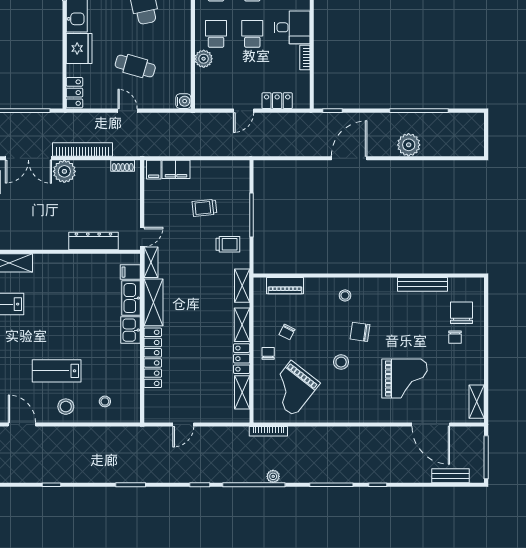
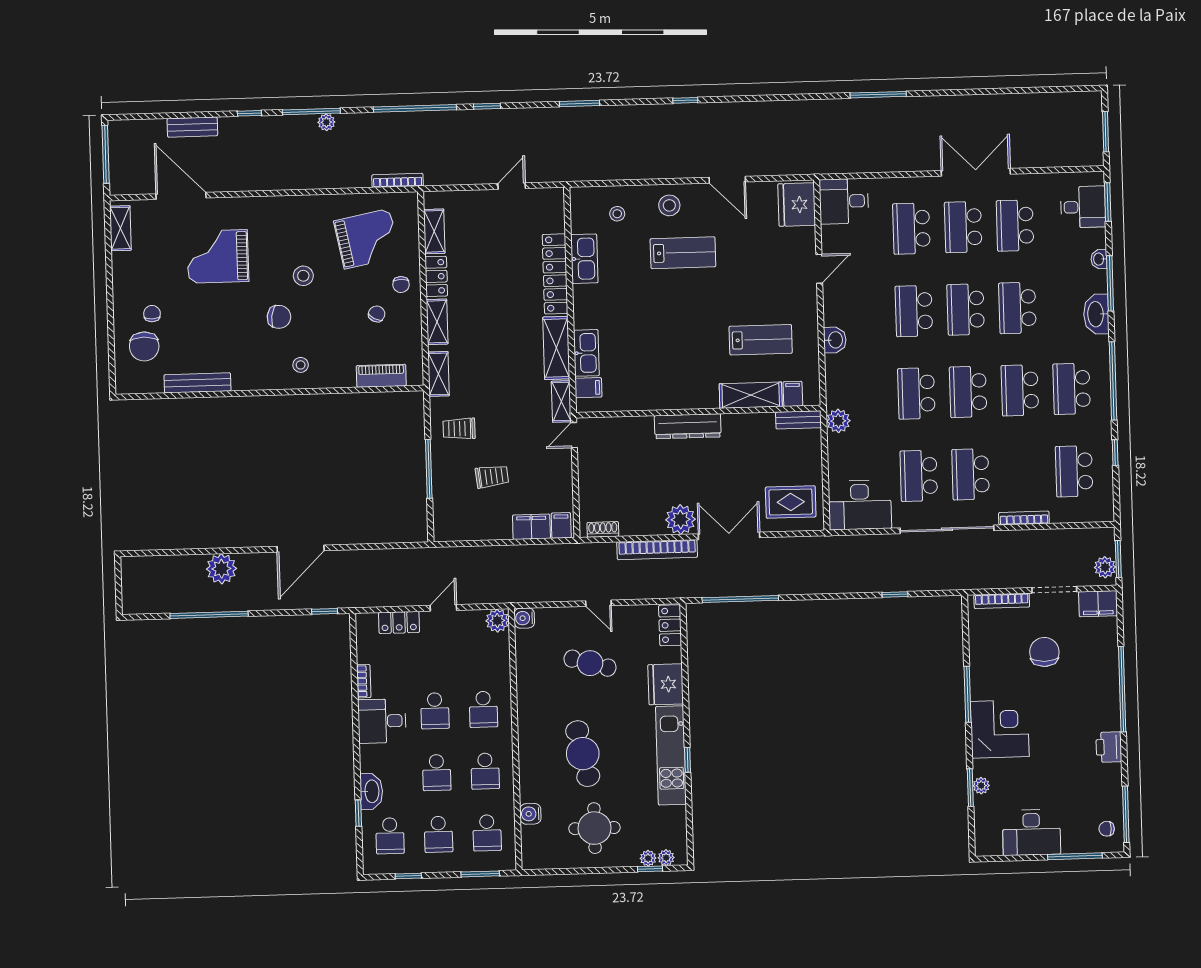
plant: (204, 59) -> (497, 621), moved
dresser: (93, 241) -> (688, 426), moved
kitchen sink: (131, 330) -> (584, 259), moved, width x1.38
grand piano: (293, 388) -> (367, 239), turned 41
plant: (273, 476) -> (326, 122), moved
bench: (451, 476) -> (192, 127), moved

